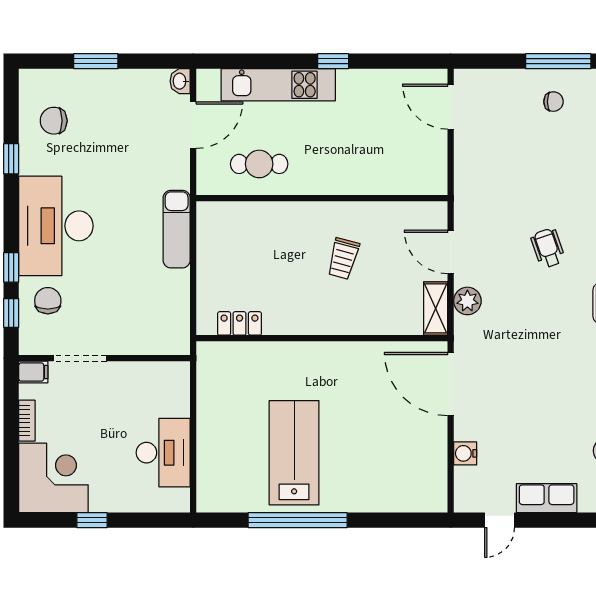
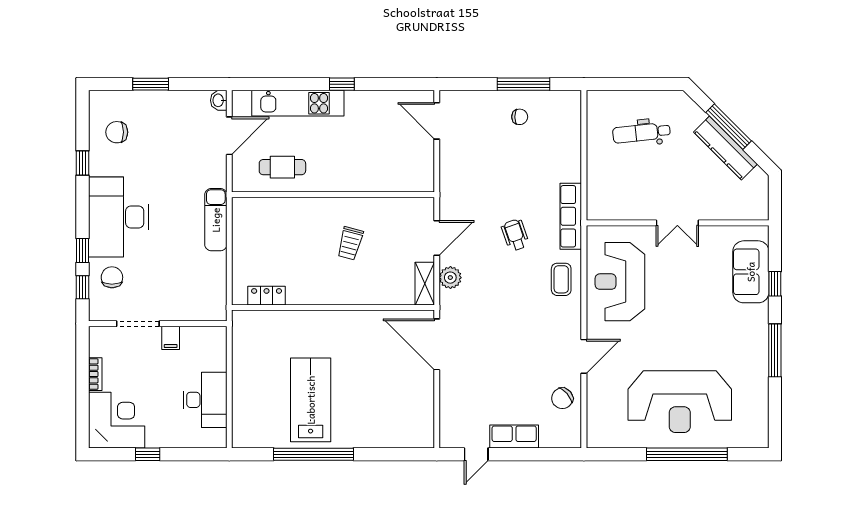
door: (451, 252) -> (437, 238), swing flipped
filing cabinet: (33, 372) -> (171, 338), moved, turned 90
water cooler: (465, 453) -> (448, 400), removed

